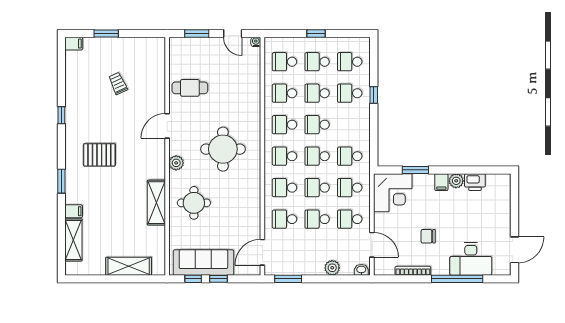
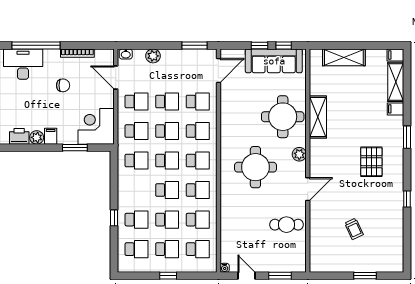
filing cabinet: (74, 44) -> (395, 55), moved
pallet: (99, 155) -> (371, 162), turned 90
round table: (194, 203) -> (283, 117), width x1.36, depth x1.36

